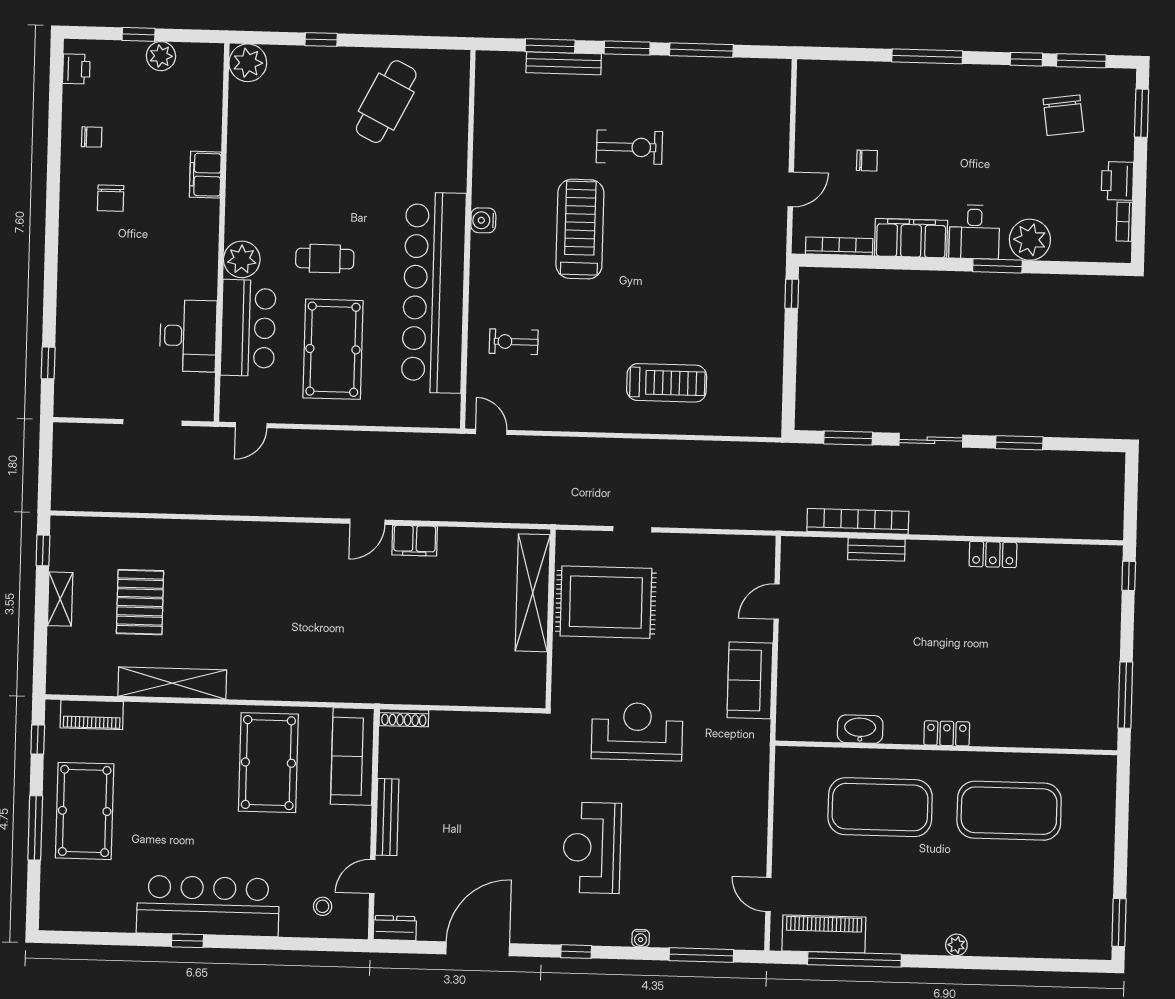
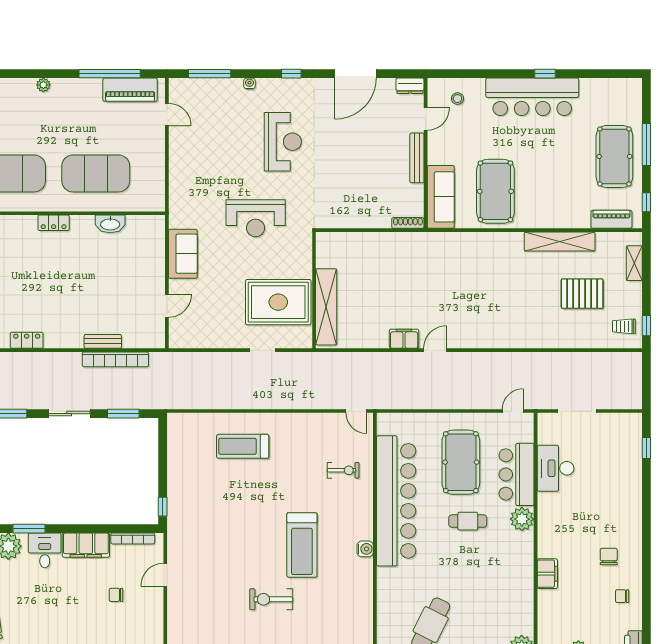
trolley: (77, 550) -> (624, 326), added
shelving: (60, 599) -> (634, 263), moved
pallet: (140, 602) -> (582, 294), turned 90

